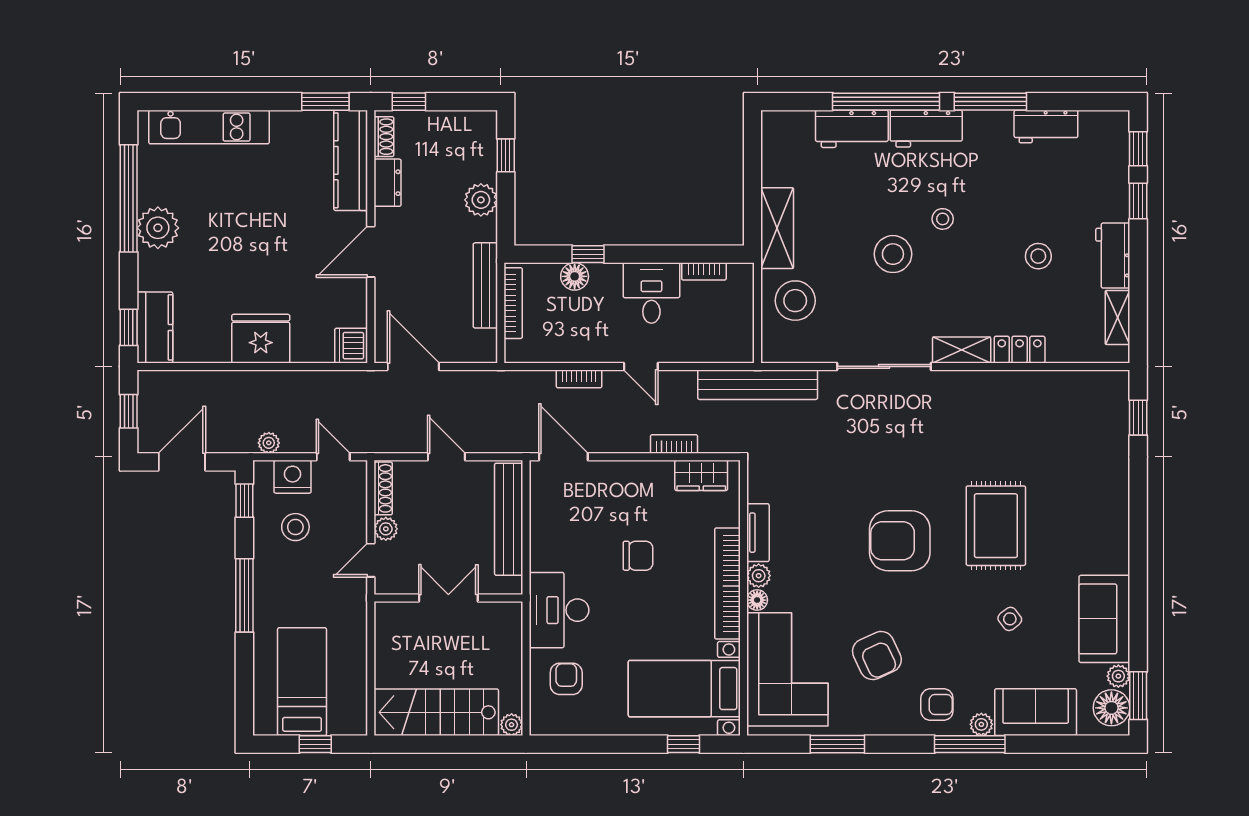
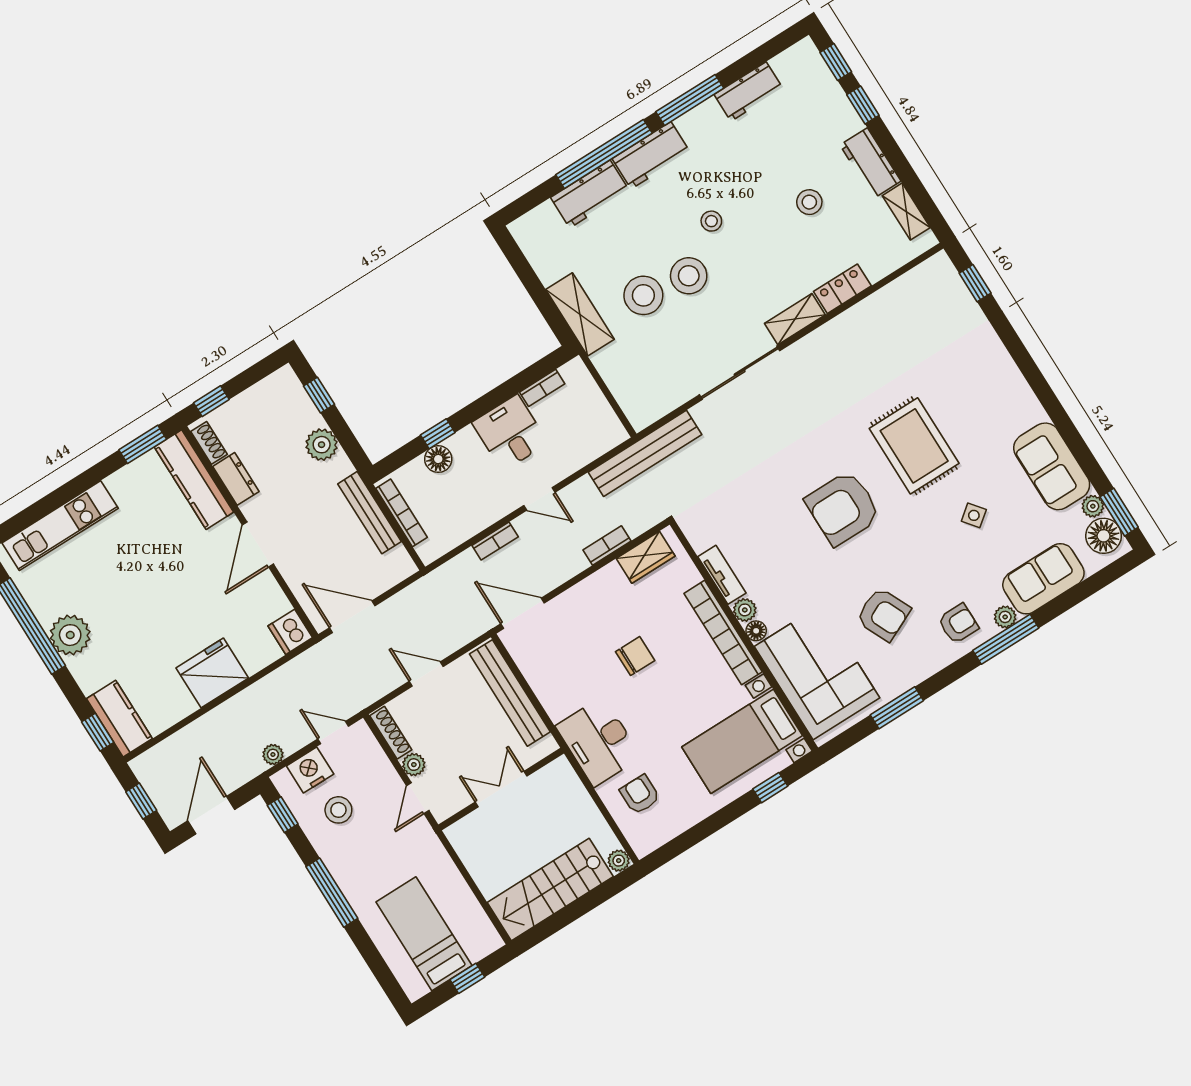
stool: (795, 301) -> (643, 295), moved

